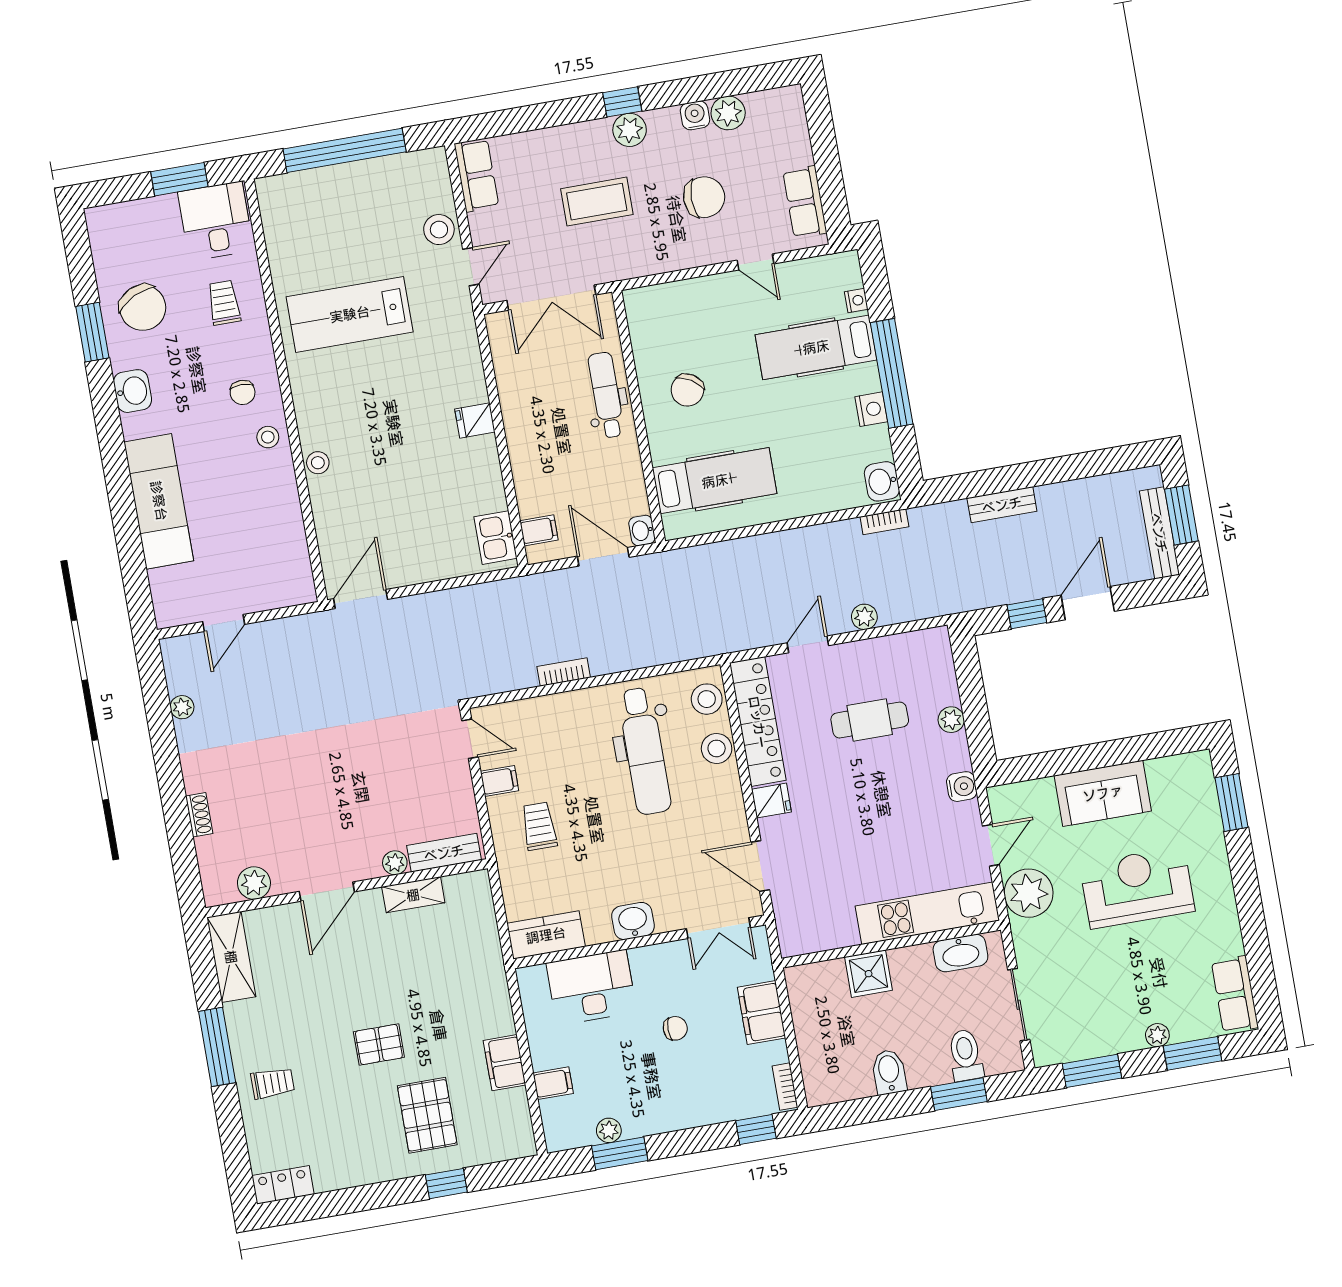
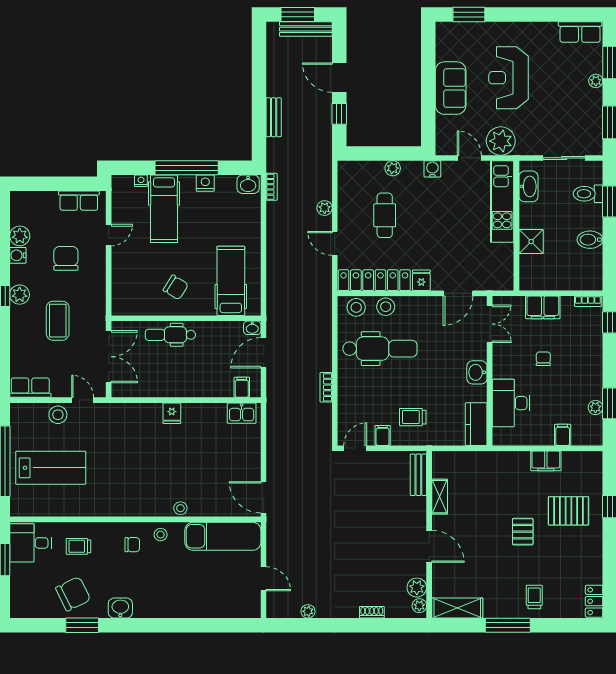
lab bench: (350, 314) -> (51, 468), moved, turned -90
exam couch: (159, 501) -> (223, 536), moved, turned 180
plant: (395, 863) -> (419, 606), moved

